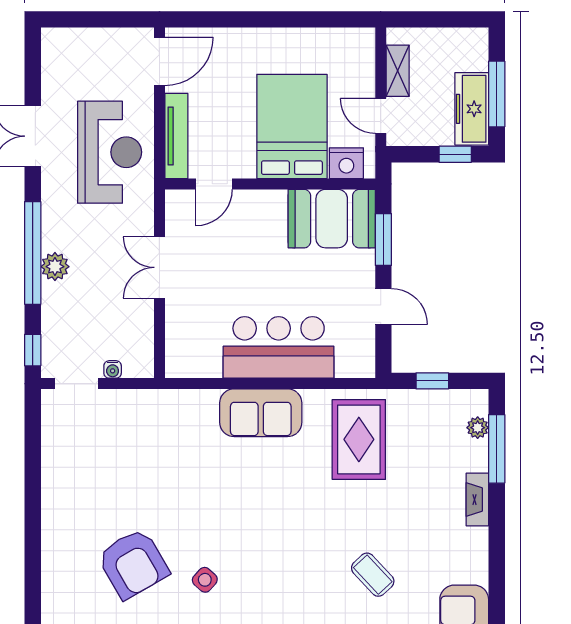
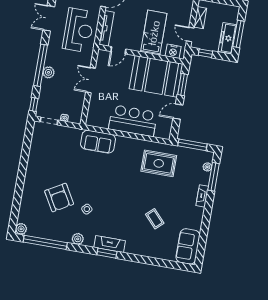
bed: (292, 126) -> (154, 33), width x0.67
window: (455, 154) -> (205, 53), moved
booth: (332, 219) -> (156, 76), width x1.36, depth x1.42
door: (383, 307) -> (178, 112), swing flipped
window: (432, 381) -> (192, 145), width x2.17
sofa: (261, 413) -> (98, 142), moved
rug: (359, 439) -> (159, 163), turned 90

